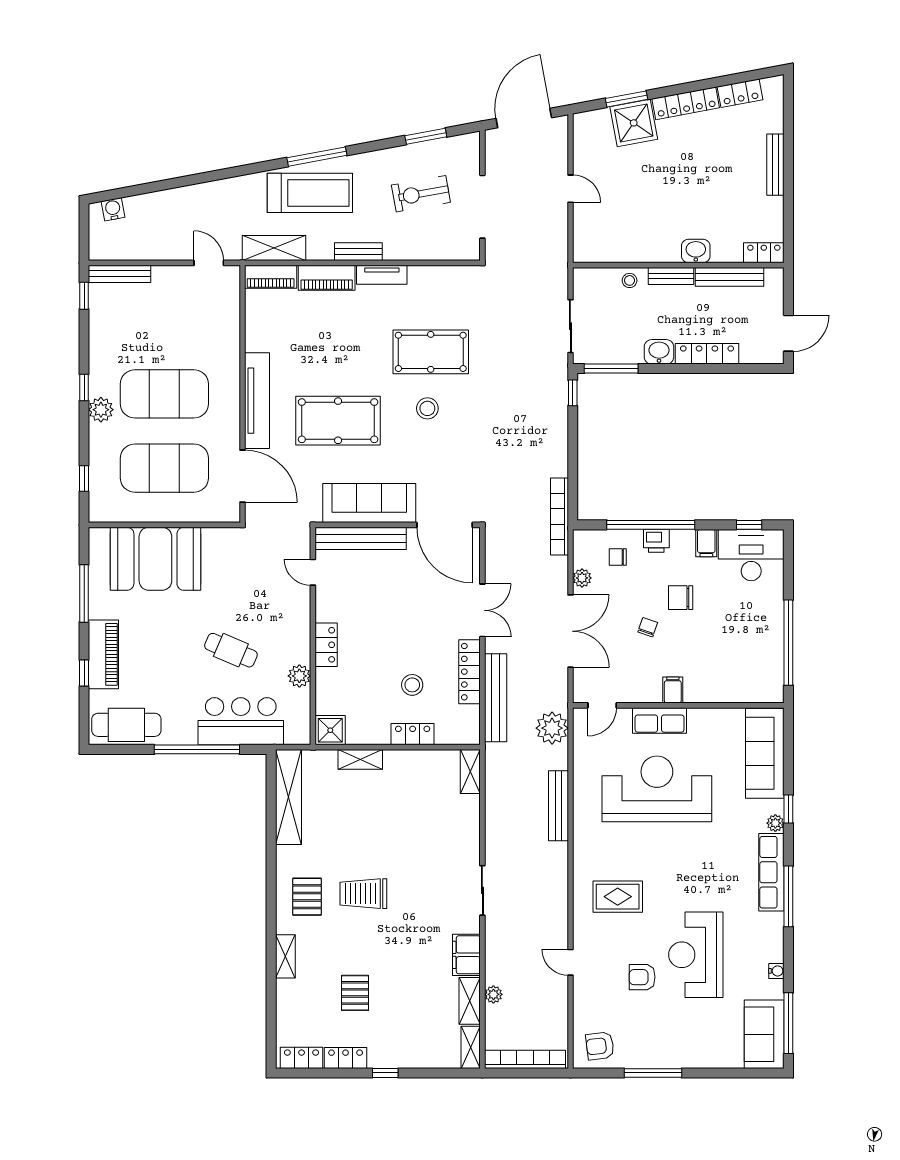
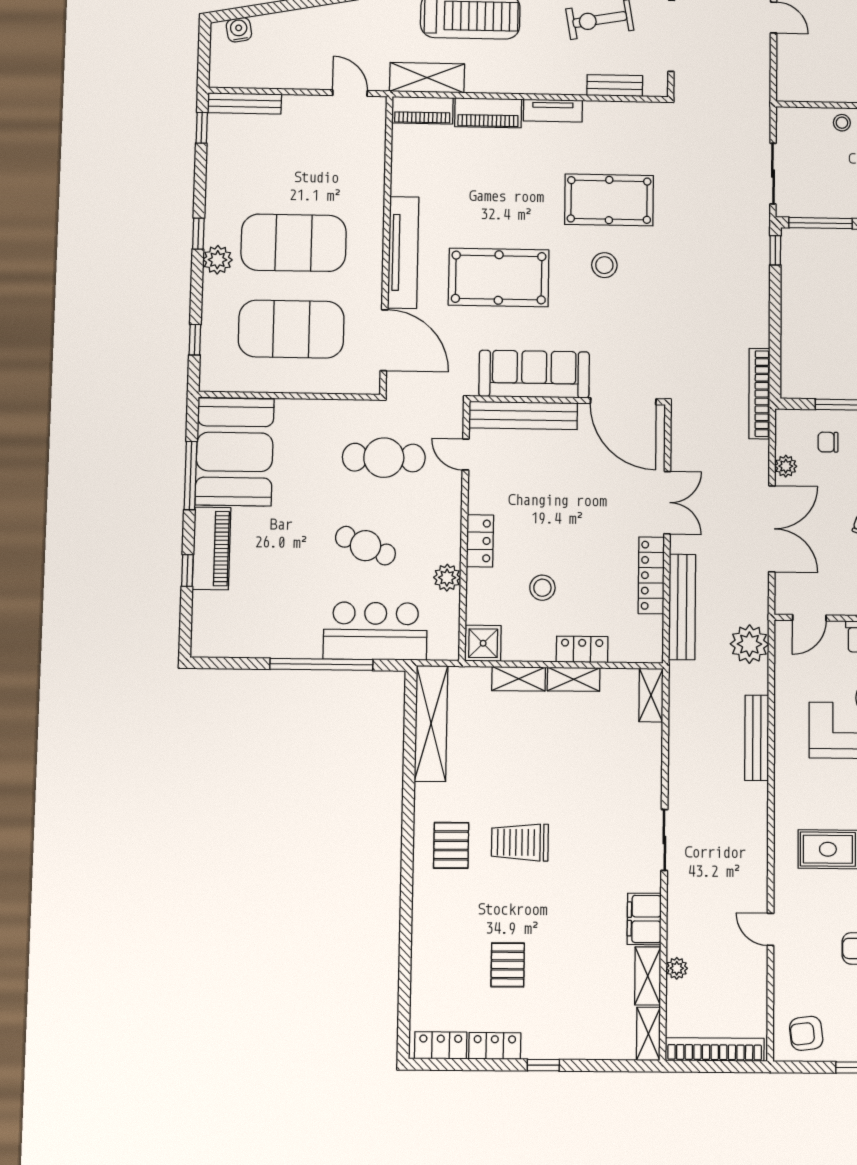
bench: (358, 252) -> (615, 85), moved
booth: (155, 559) -> (235, 452), moved, turned 90
stool: (412, 685) -> (542, 588), moved
cafe table: (126, 725) -> (384, 458), moved
shelving: (285, 956) -> (574, 679), moved, turned 90

